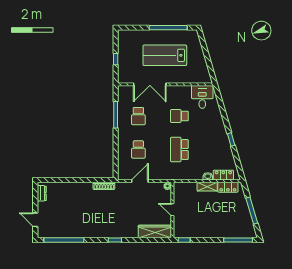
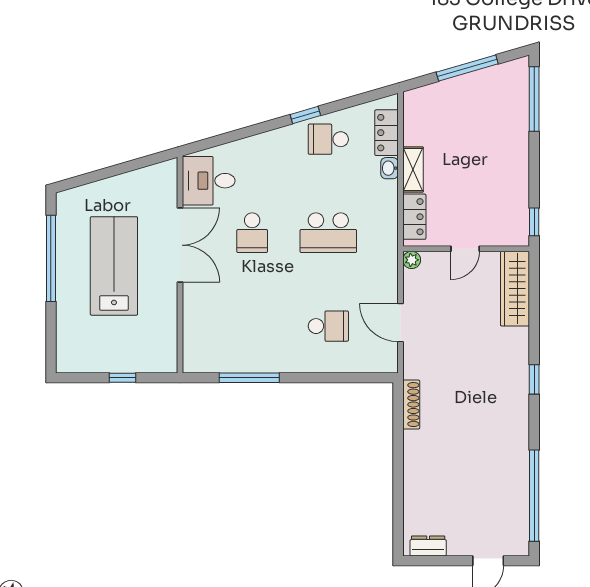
lab bench: (165, 55) -> (114, 266), turned 180
double door: (150, 84) -> (180, 245), moved
school desk: (138, 116) -> (328, 139), moved, turned 180
locker: (228, 187) -> (414, 217), moved

